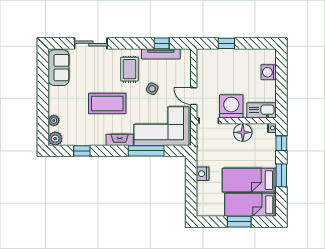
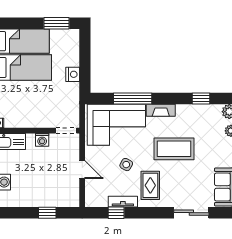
tv unit: (161, 54) -> (123, 202), width x0.71
door: (194, 96) -> (82, 170), moved
washing machine: (231, 106) -> (42, 140), width x0.53, depth x0.53
floor lamp: (243, 132) -> (30, 118), removed
window: (239, 222) -> (56, 23), moved

